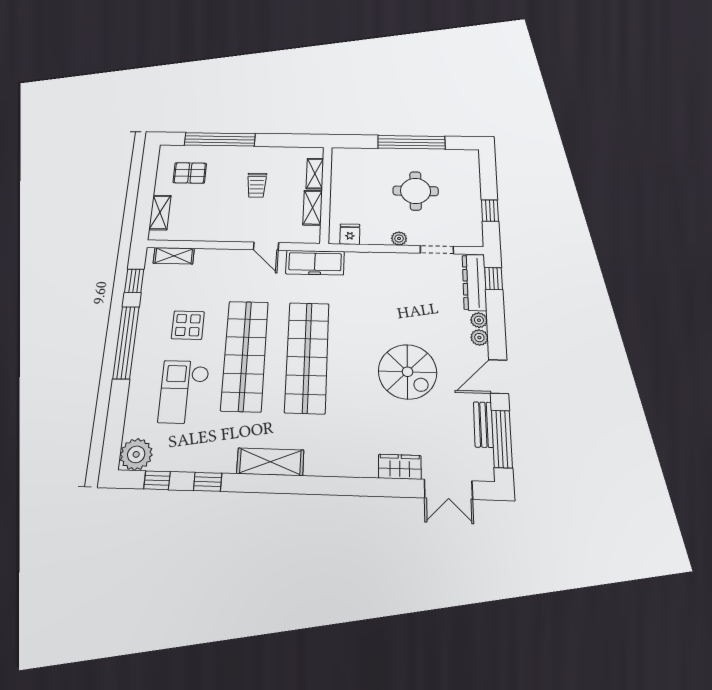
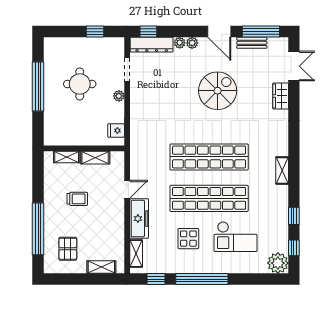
freezer: (315, 263) -> (139, 219), moved
shelving: (270, 462) -> (282, 170), width x0.67, depth x0.75

